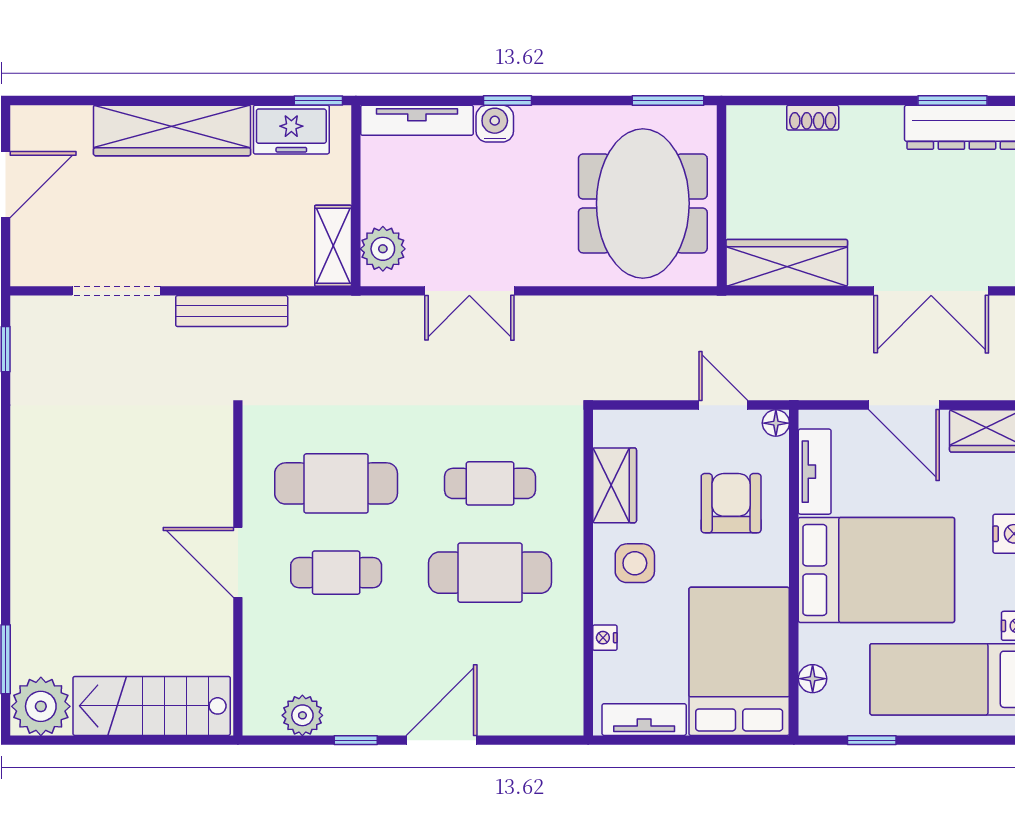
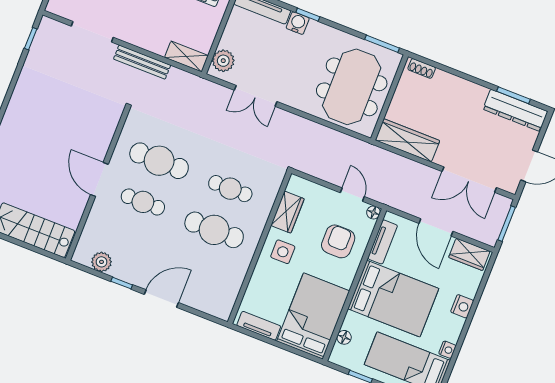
shoe rack: (813, 118) -> (422, 68), moved
shelving: (333, 246) -> (186, 57), moved, turned 90
nightstand: (605, 638) -> (255, 281), removed

